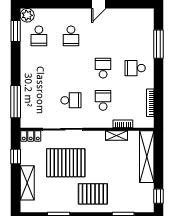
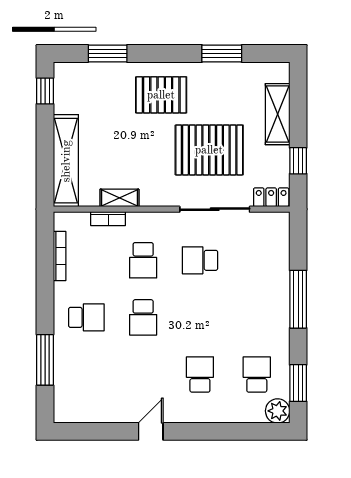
window: (16, 102) -> (298, 299), moved

